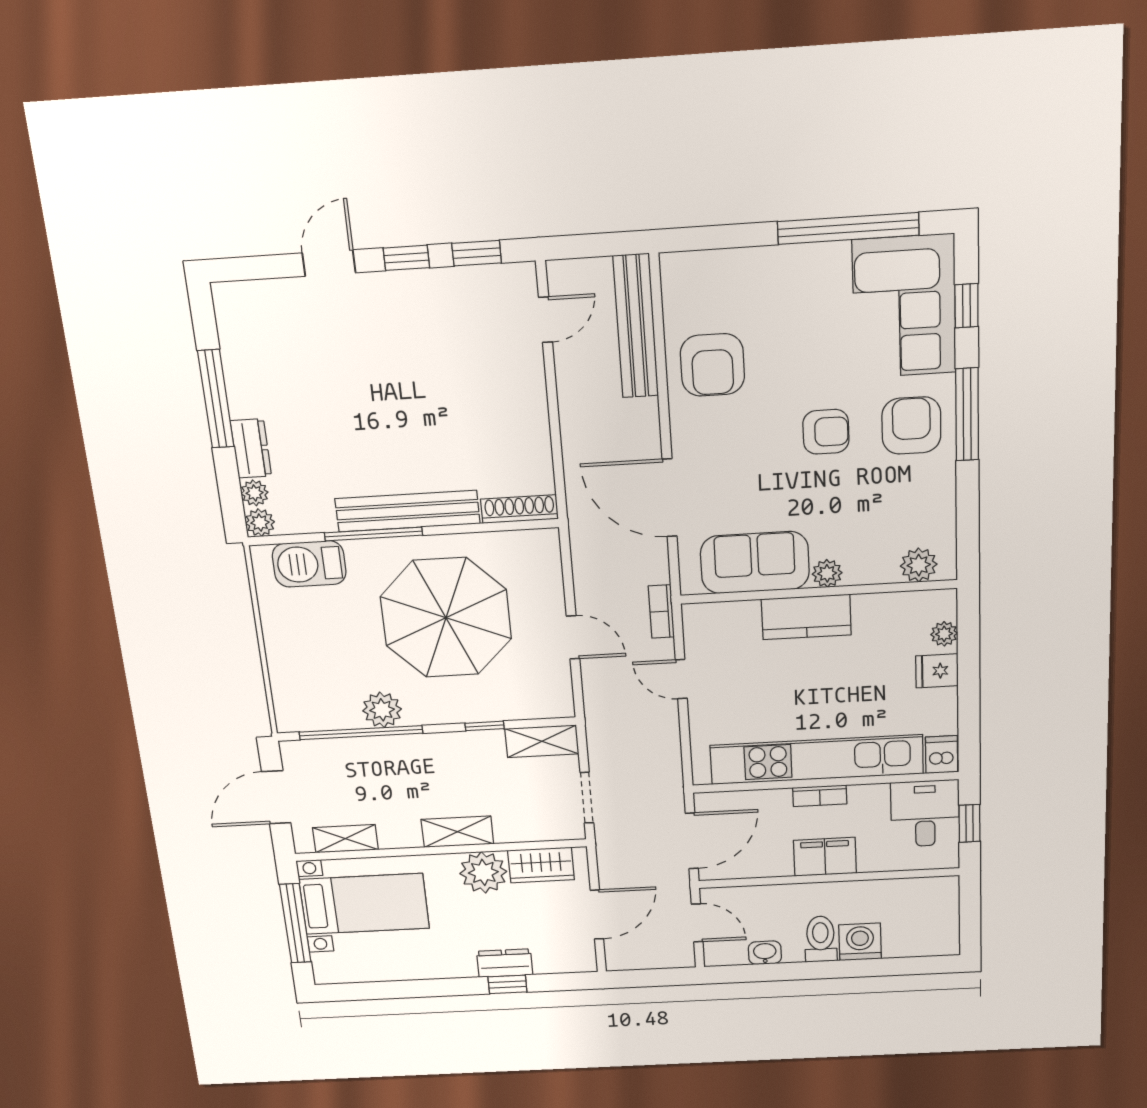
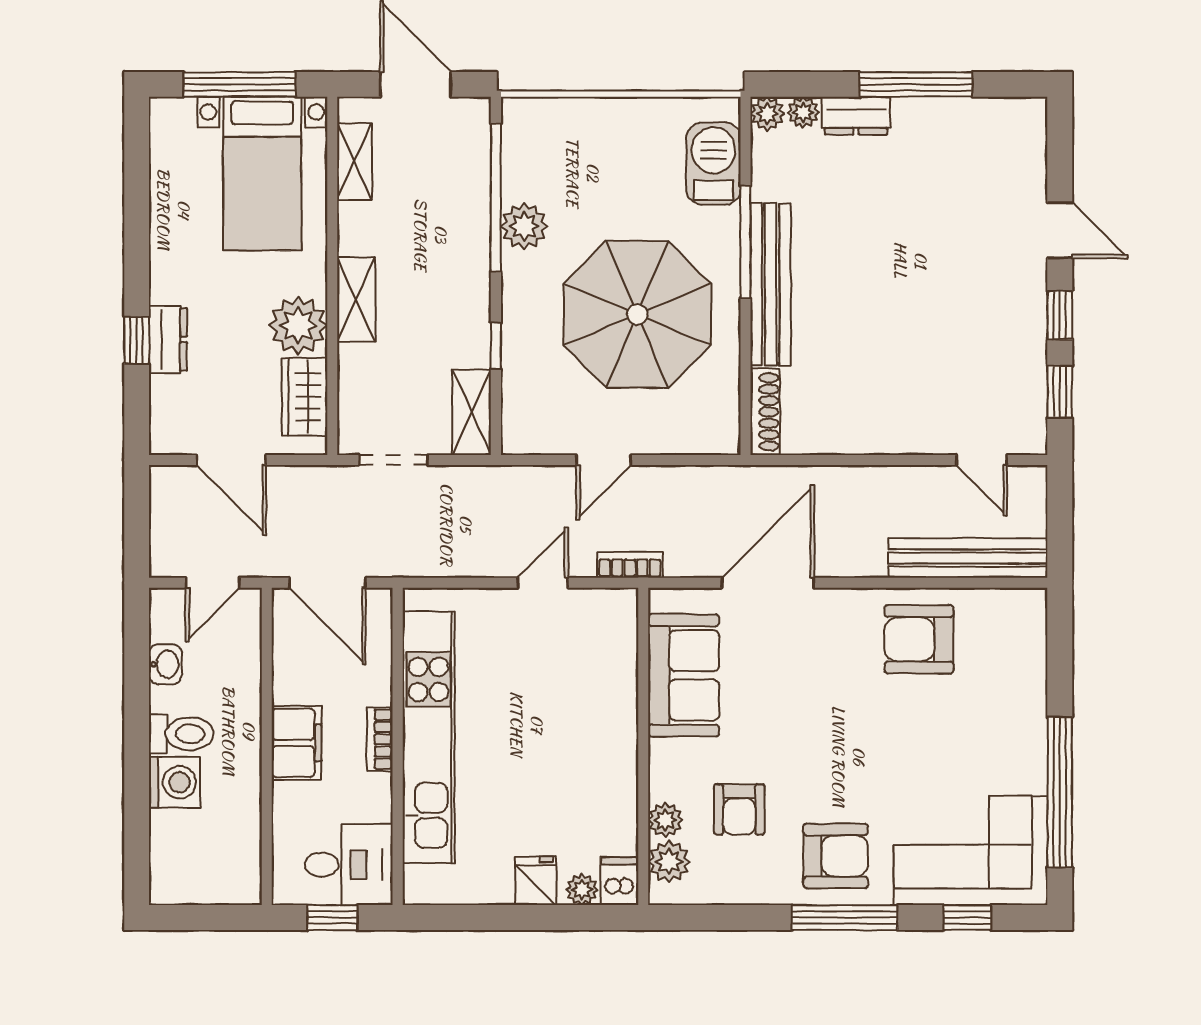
armchair: (826, 432) -> (739, 809), moved
plant: (827, 573) -> (665, 820), moved
kitchen counter: (806, 617) -> (613, 732), removed
dishwasher: (942, 754) -> (620, 881), moved, turned -90

